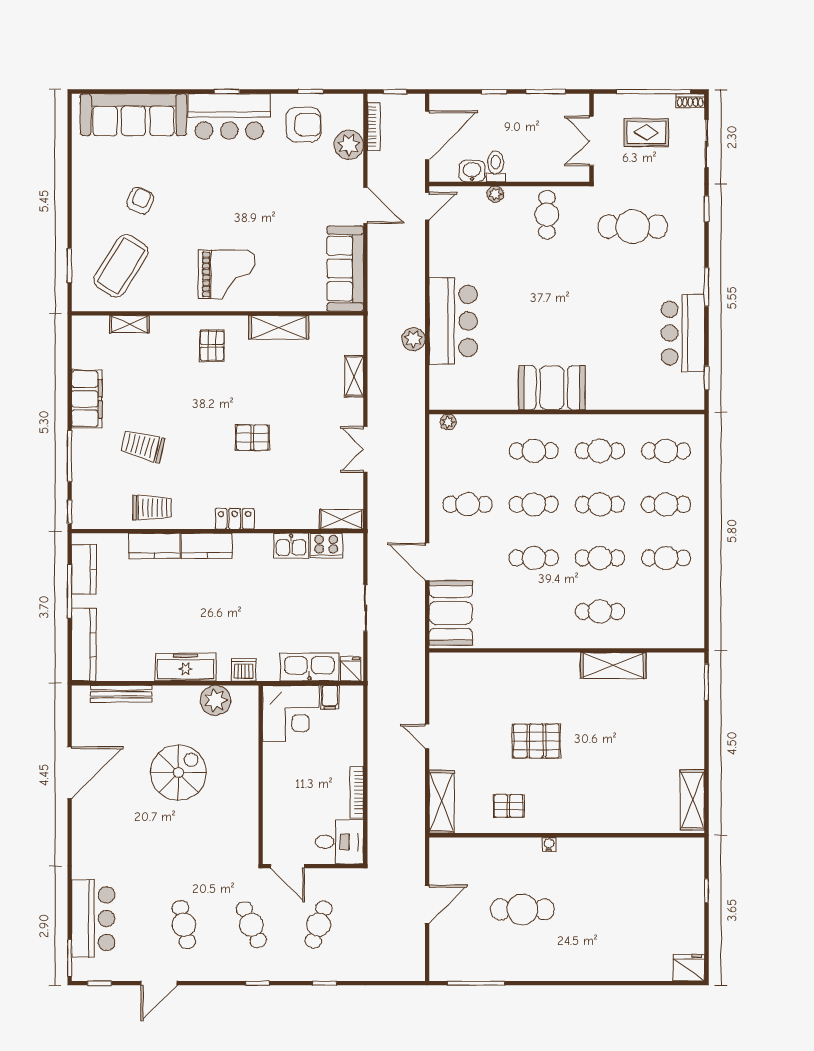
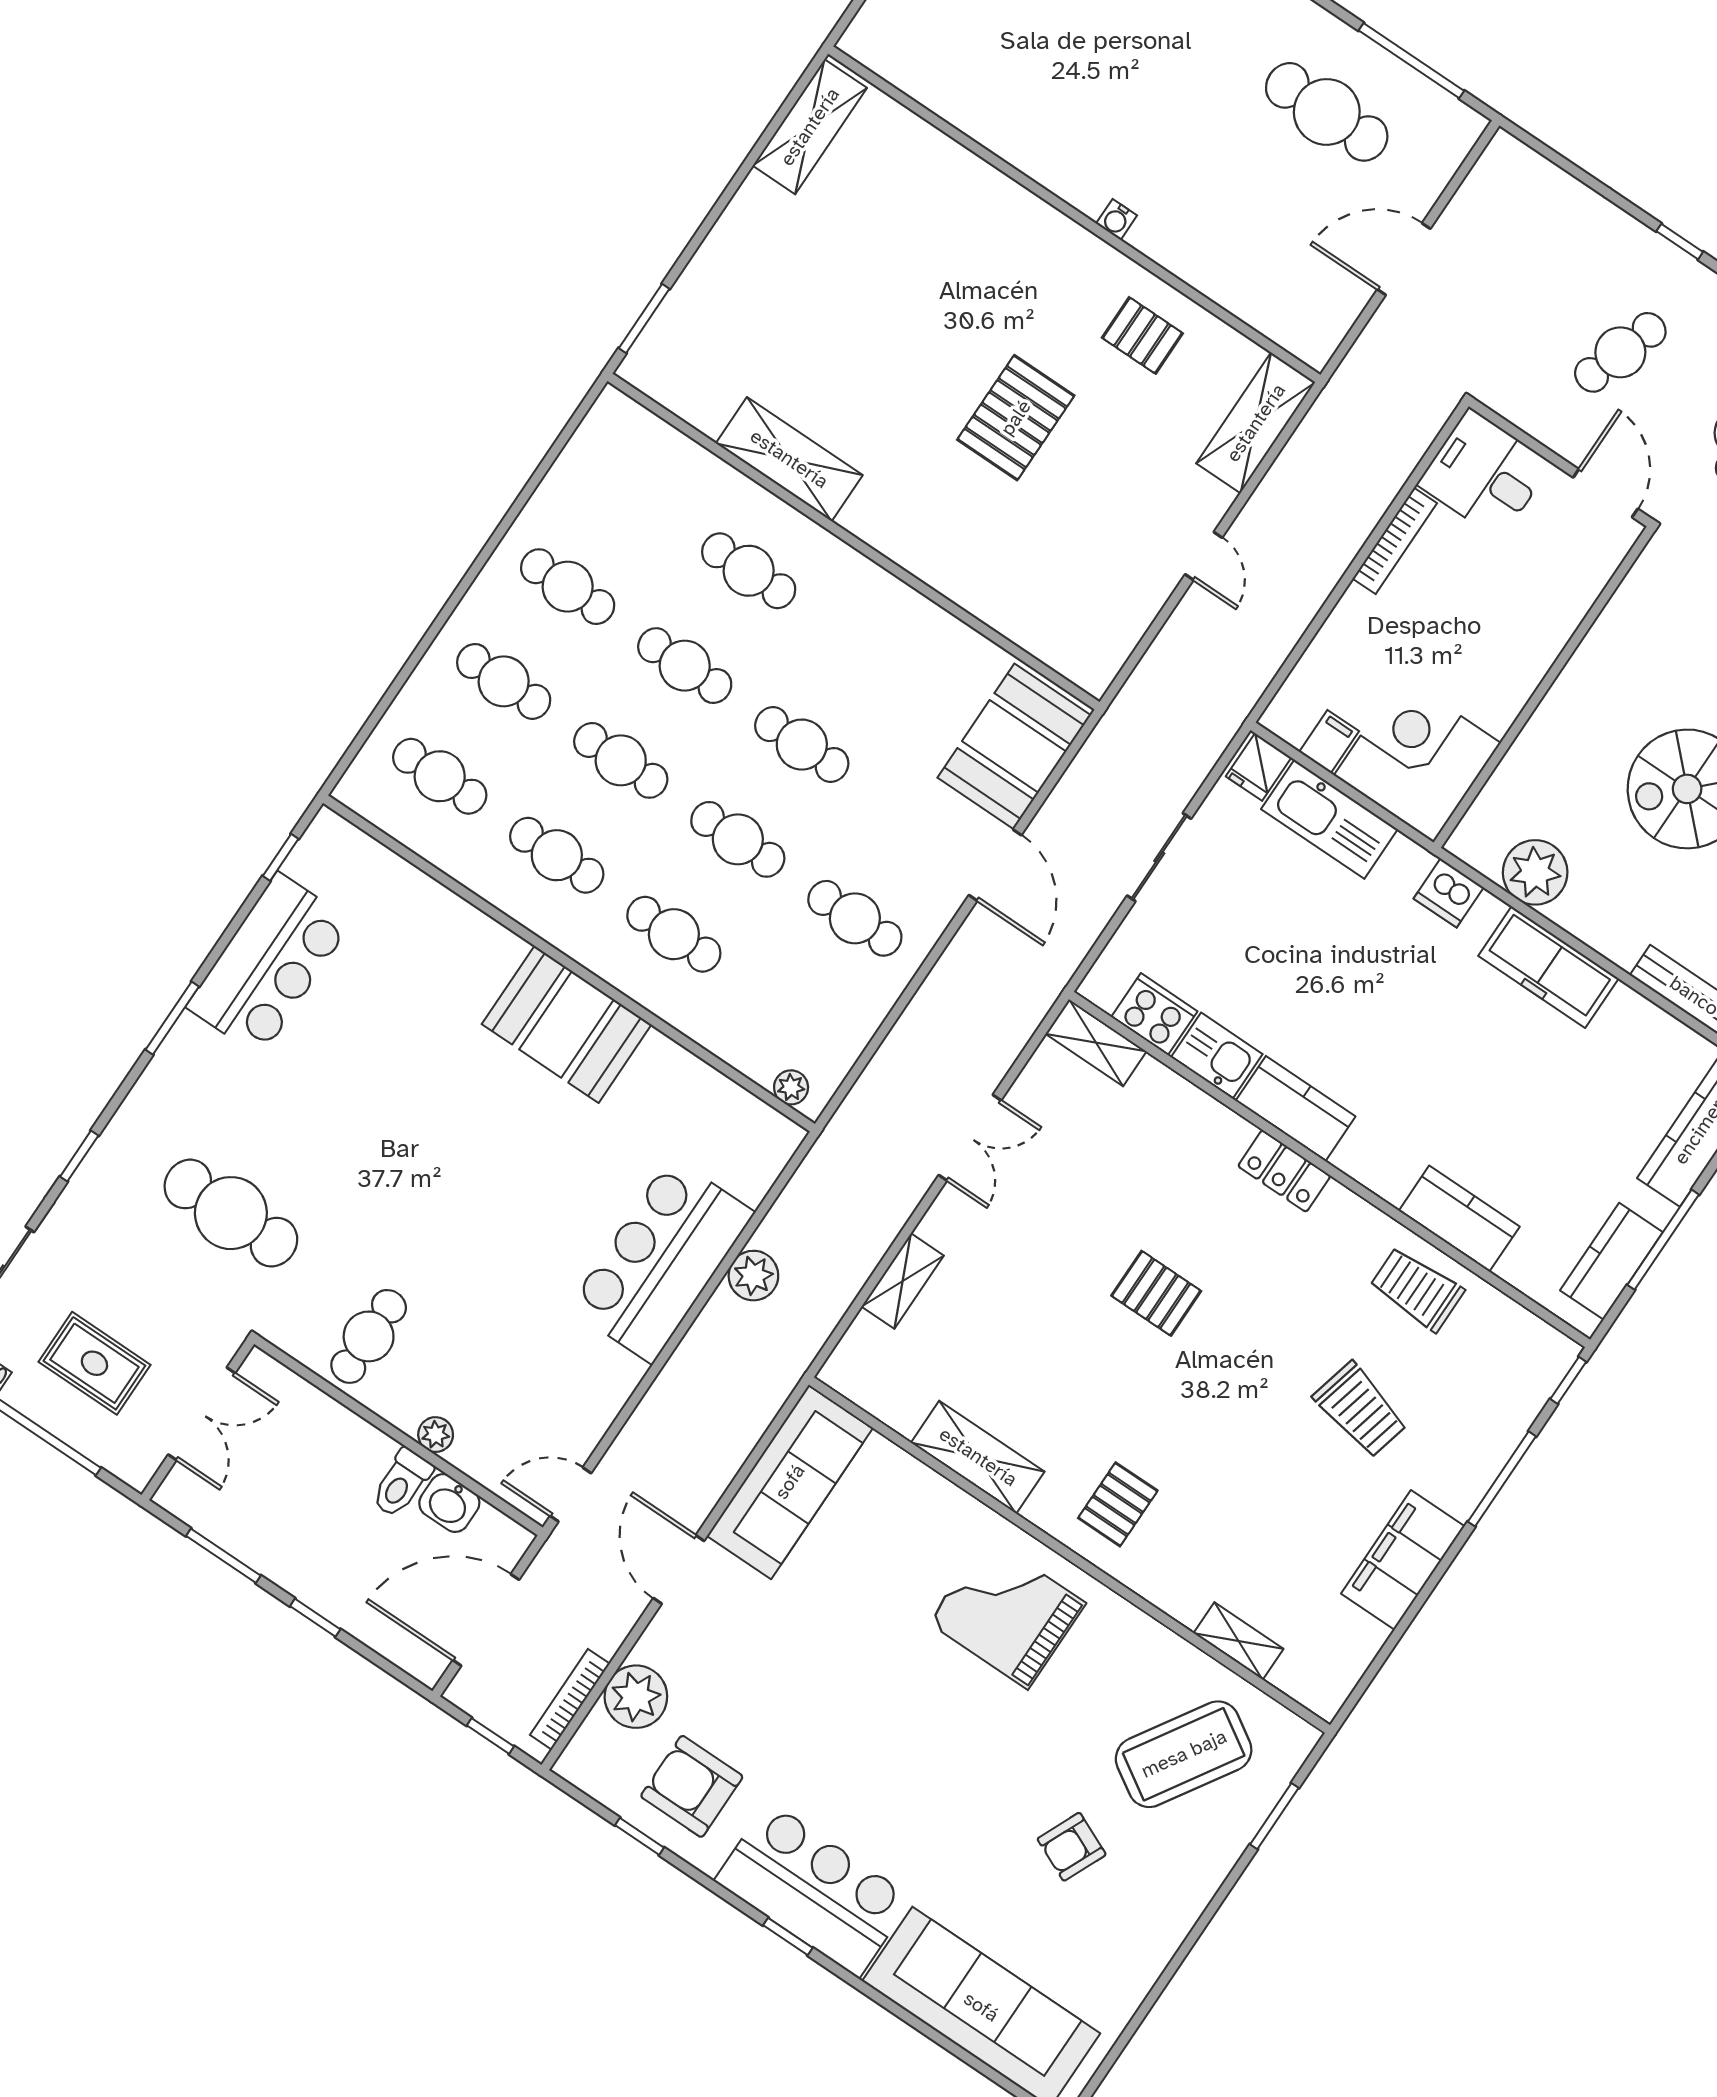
kitchen counter: (207, 546) -> (1296, 1109), moved
pallet: (536, 741) -> (1016, 418), turned 90
cafe table: (522, 909) -> (1327, 112), moved

